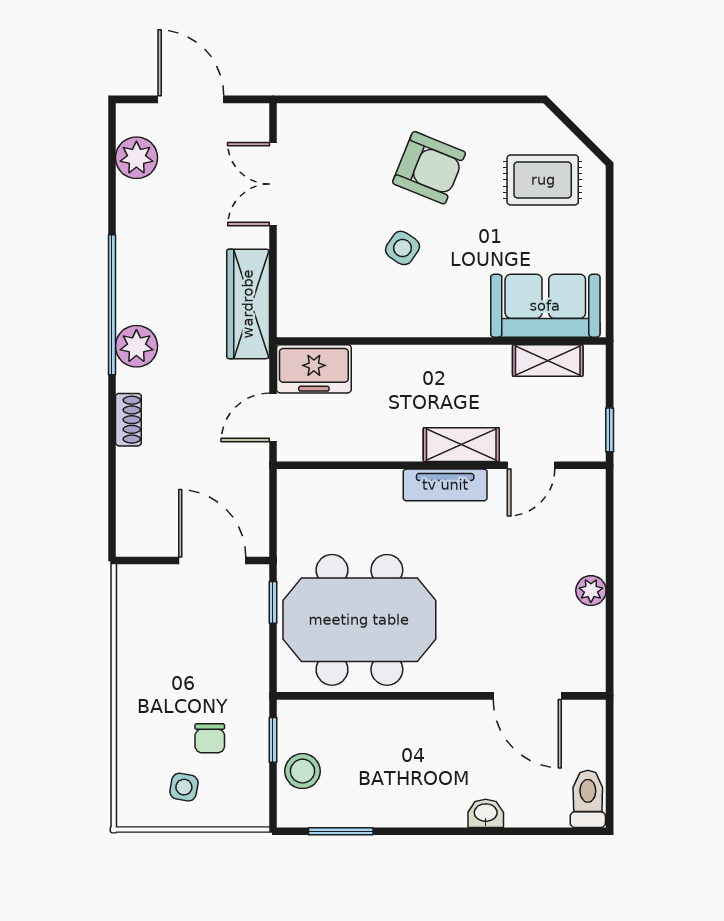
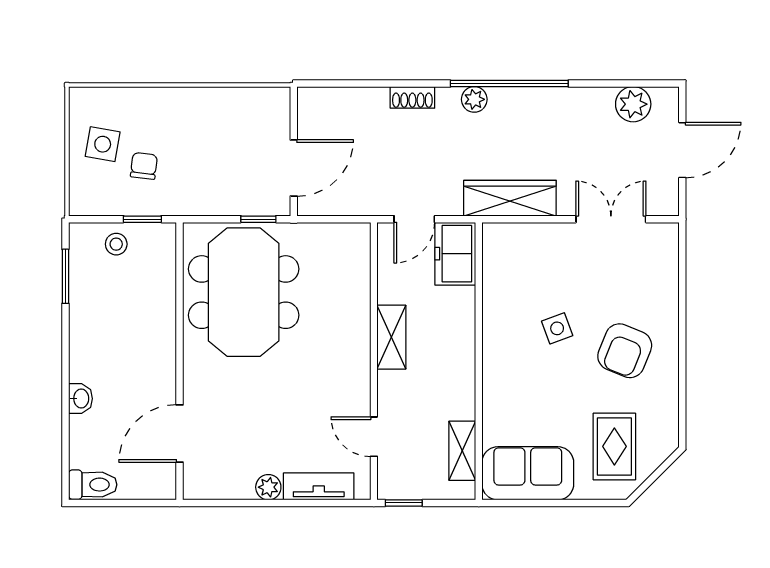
side table: (402, 248) -> (557, 328), turned 36
sofa: (545, 306) -> (528, 473), moved, turned -90
plant: (136, 346) -> (474, 99), width x0.73, depth x0.73
door: (273, 417) -> (414, 219), swing flipped
shelving: (461, 445) -> (391, 337), moved
tv unit: (445, 485) -> (319, 486), moved, turned 90
chair: (210, 738) -> (144, 166), turned 97
stool: (303, 771) -> (116, 244), width x0.73, depth x0.73
side table: (184, 787) -> (103, 144), width x1.37, depth x1.37

